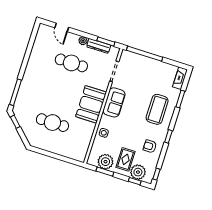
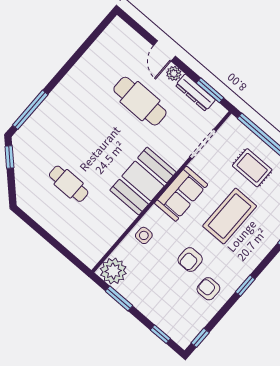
door: (62, 27) -> (164, 51), moved
coffee table: (157, 109) -> (230, 216), moved
cafe table: (52, 123) -> (69, 184), width x0.73, depth x0.74
armchair: (134, 135) -> (190, 260), added
rug: (125, 159) -> (252, 168), moved, turned 90
plant: (105, 162) -> (113, 271), moved
plant: (138, 172) -> (172, 322), removed

